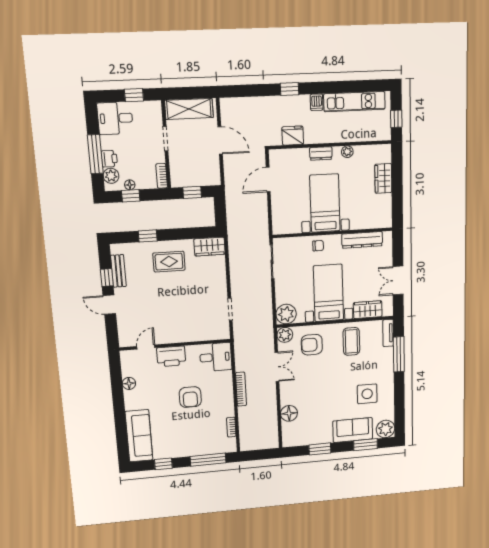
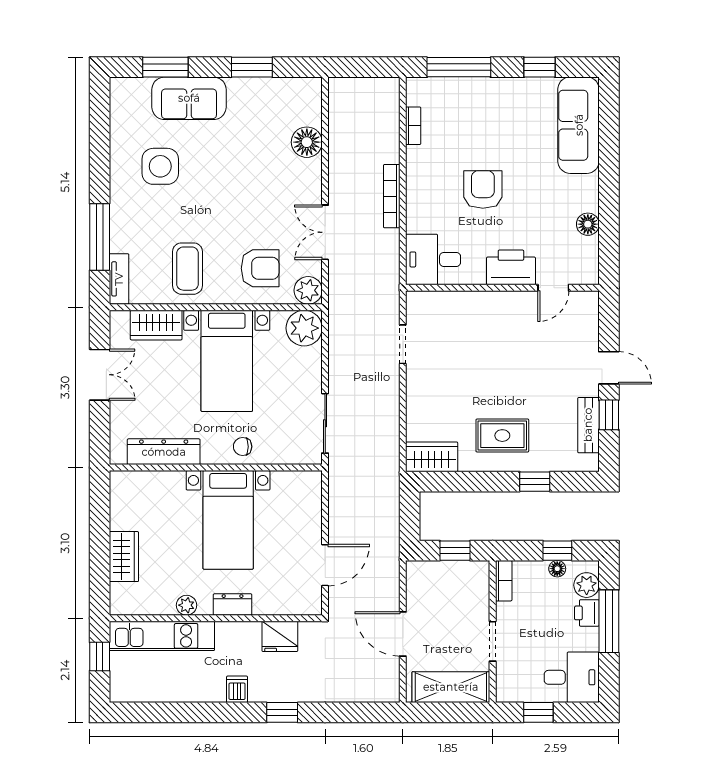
kitchen unit: (354, 102) -> (162, 636), moved, turned 180
plant: (385, 429) -> (127, 94), removed

